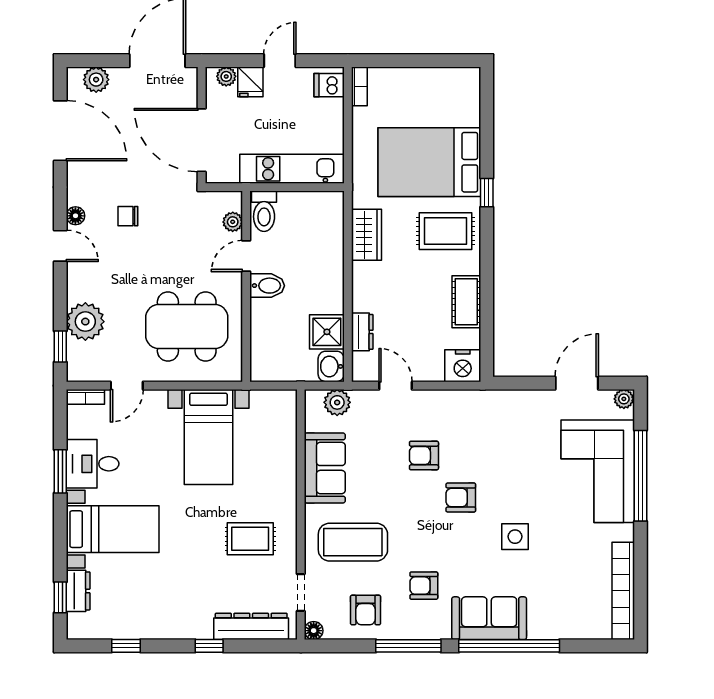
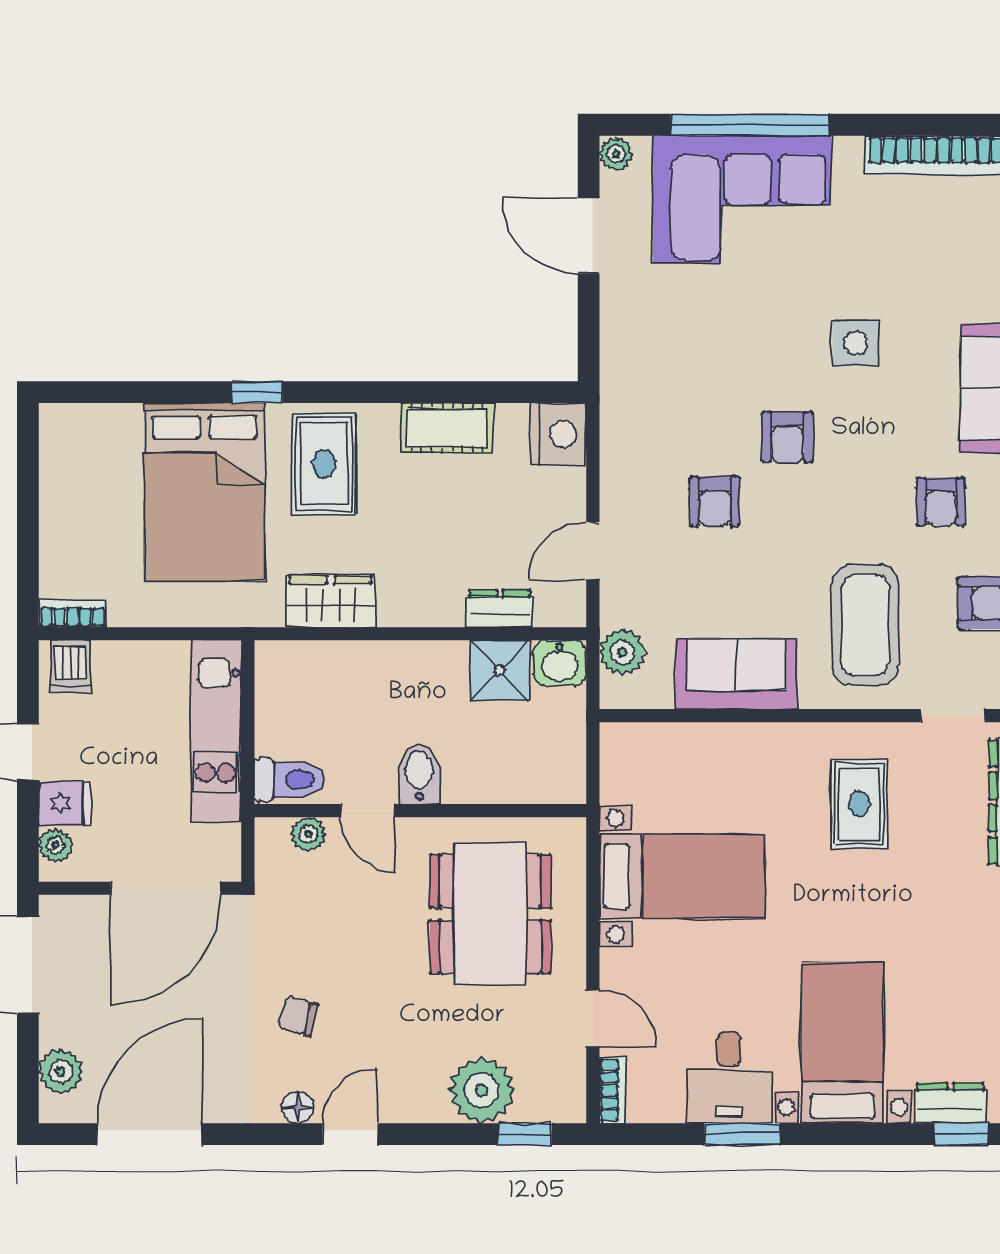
chair: (128, 216) -> (298, 1016), turned 105

